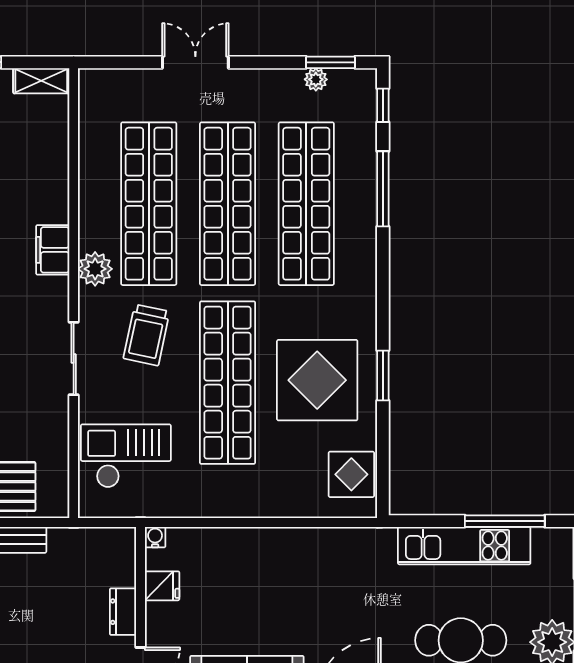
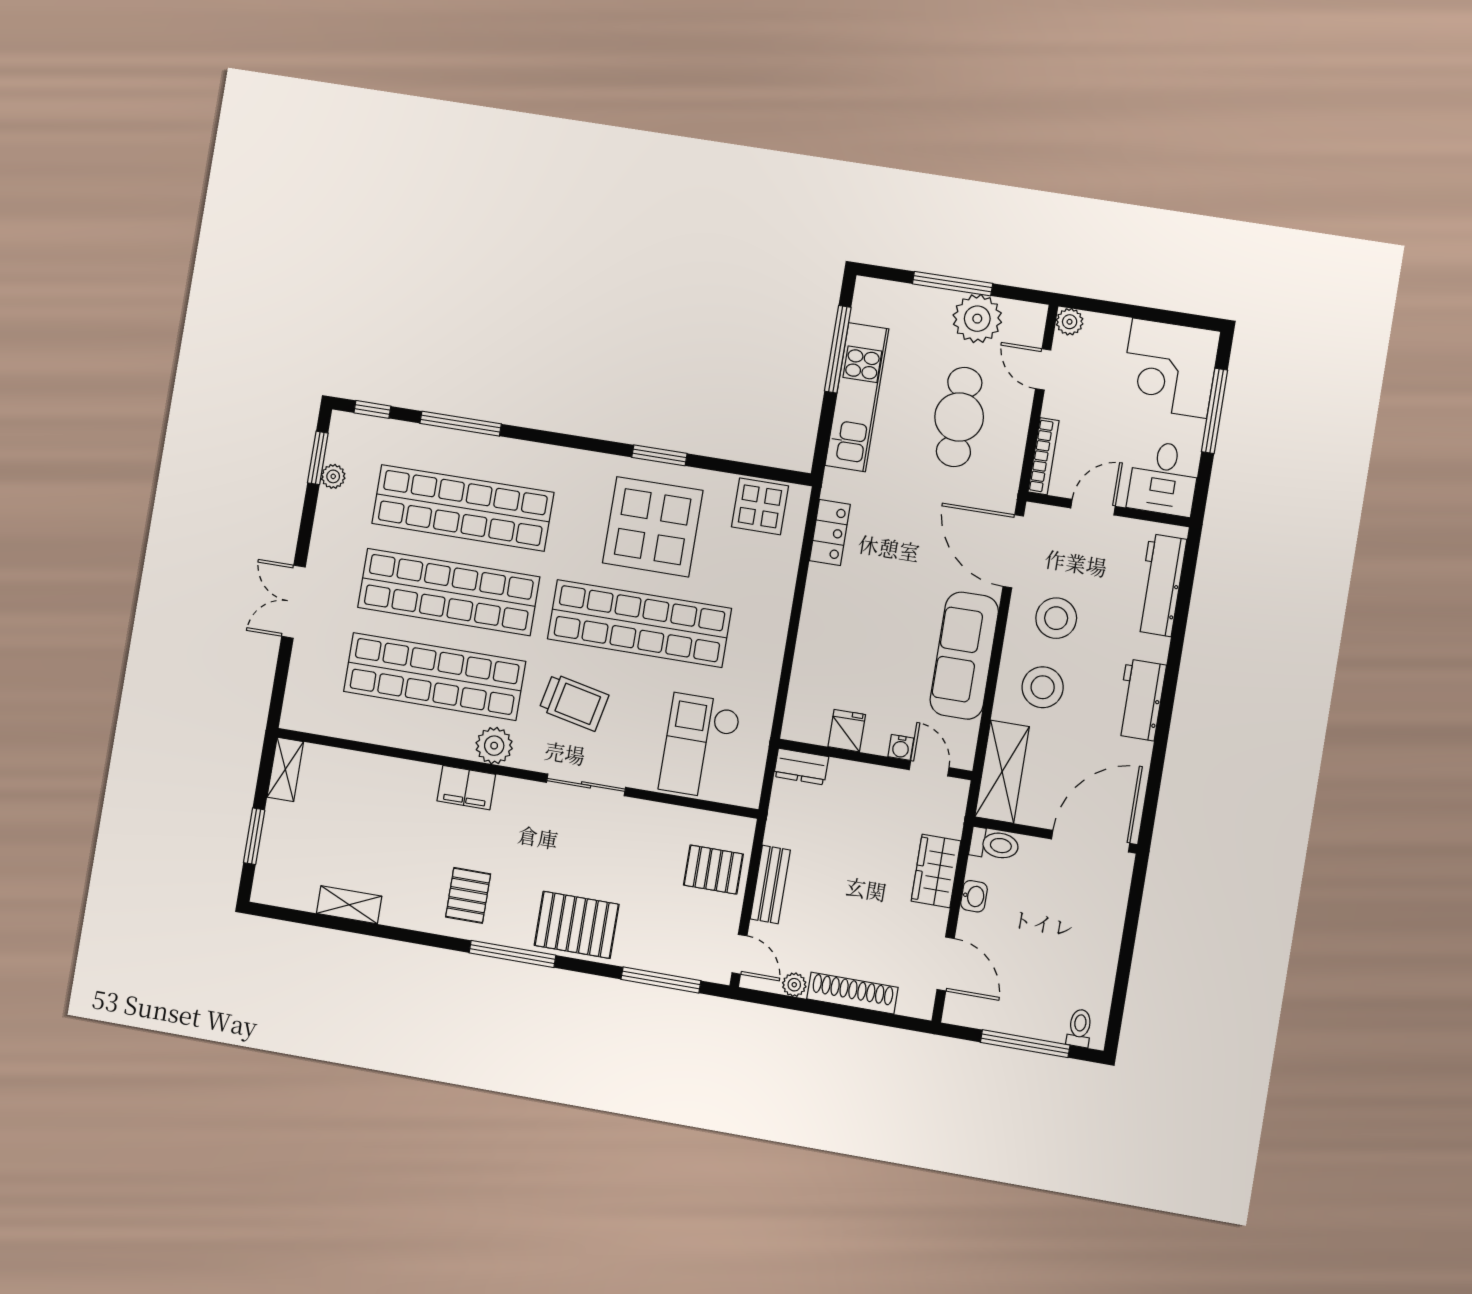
water cooler: (155, 537) -> (901, 747), moved, turned -90
locker: (338, 541) -> (830, 533), added
dresser: (123, 612) -> (801, 767), moved

